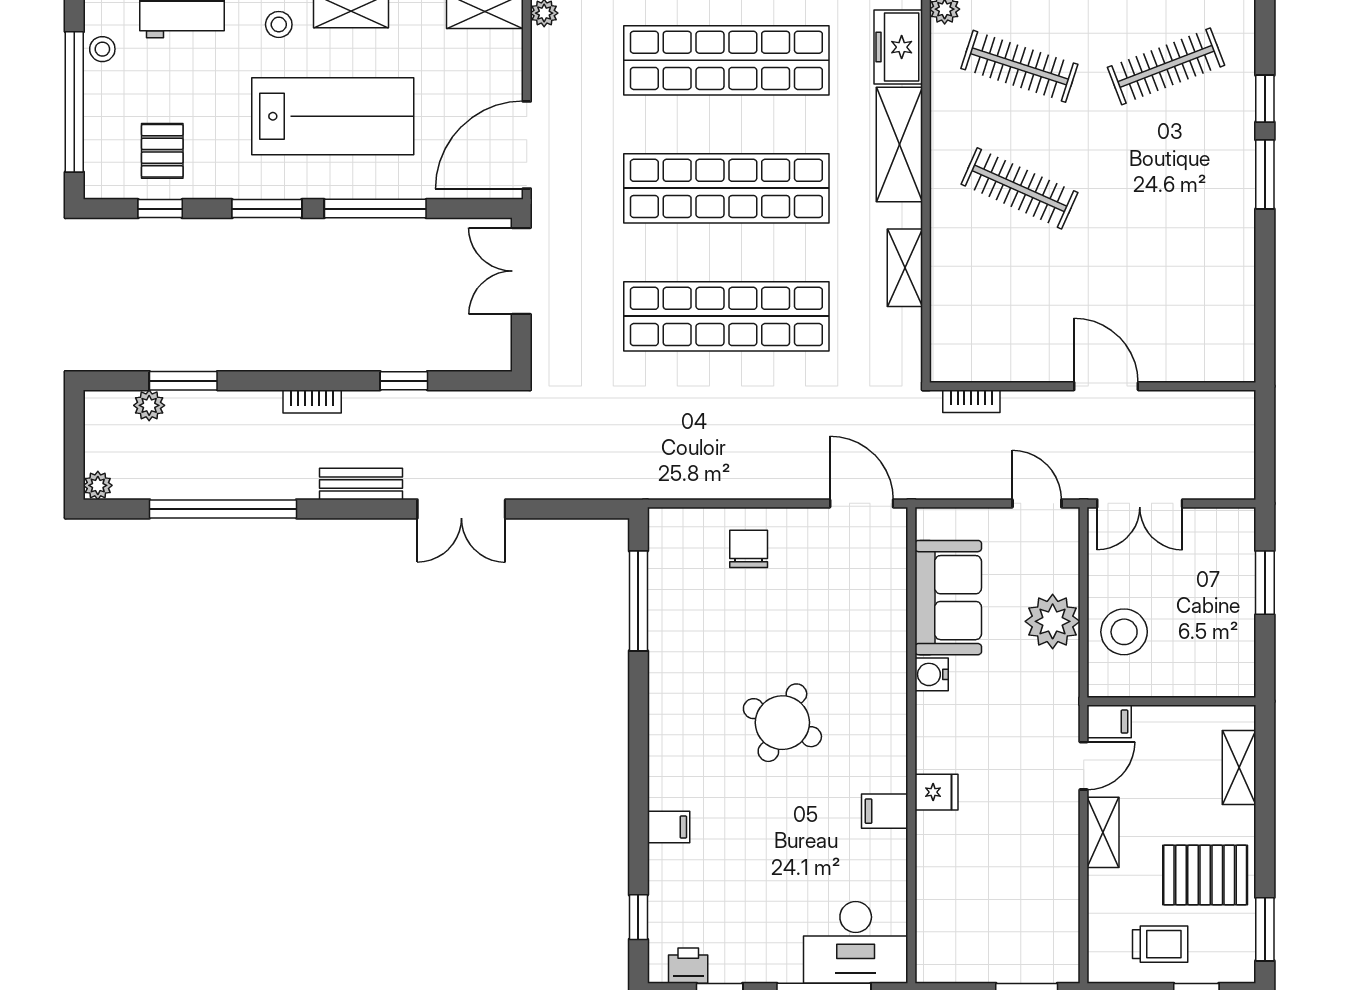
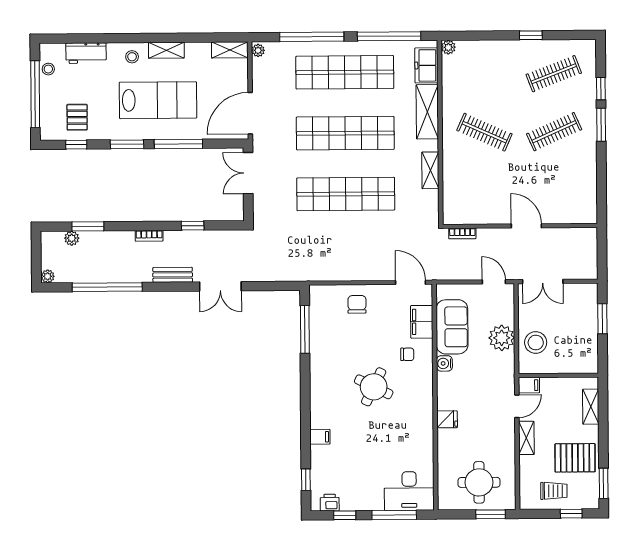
clothes rail: (1019, 66) -> (554, 132), moved, turned -42
chair: (854, 655) -> (407, 354), added
filing cabinet: (885, 811) -> (422, 322), moved, width x2.00
round table: (1003, 925) -> (479, 482), added

